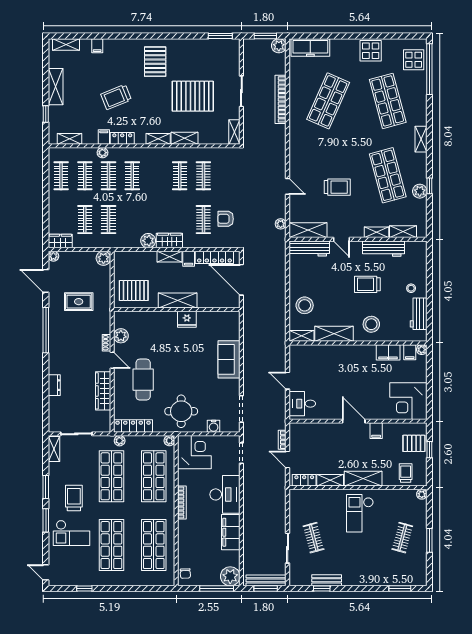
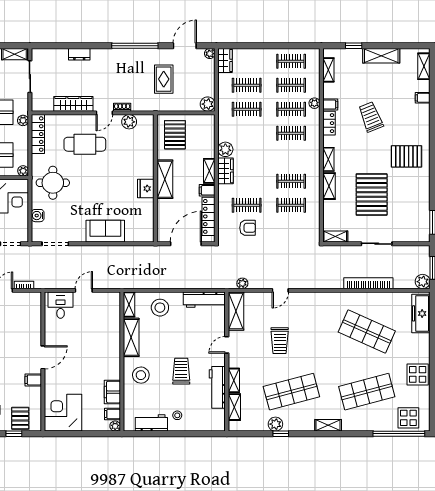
armchair: (226, 219) -> (248, 228), turned 90
workbench: (309, 248) -> (204, 300), moved, turned -90

